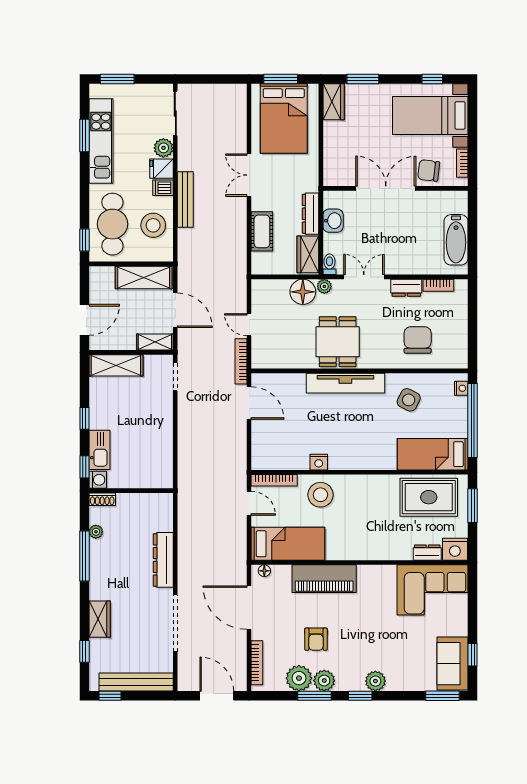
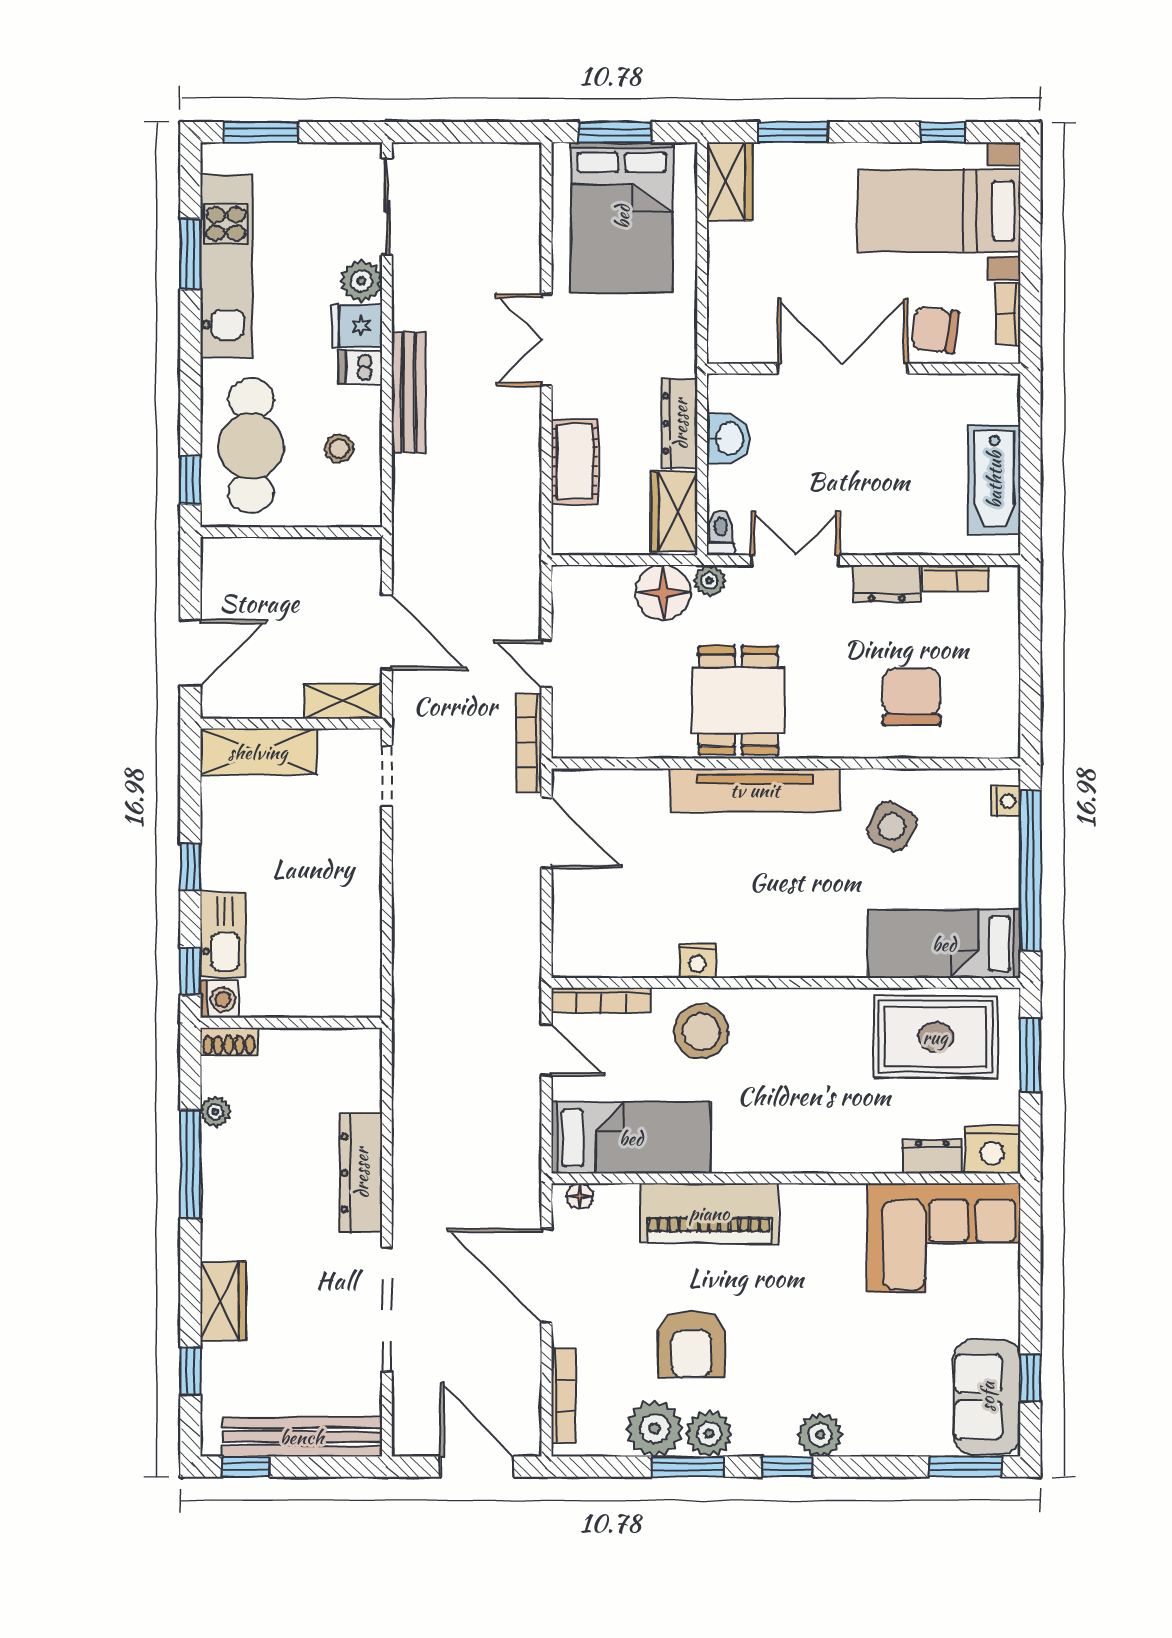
stool: (153, 225) -> (339, 448), width x0.53, depth x0.53
shelving: (144, 277) -> (318, 561), removed
armchair: (316, 639) -> (691, 1344), width x1.38, depth x1.38

